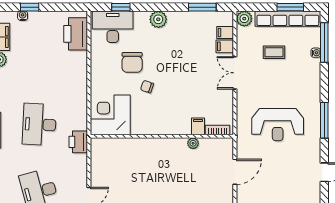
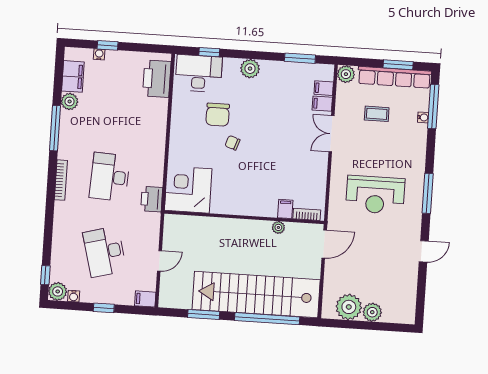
corner desk: (110, 115) -> (188, 190), moved
filing cabinet: (198, 126) -> (285, 209), moved
bookcase: (218, 130) -> (307, 214), moved
wall: (162, 136) -> (244, 217), moved
plant: (193, 143) -> (278, 227), moved

